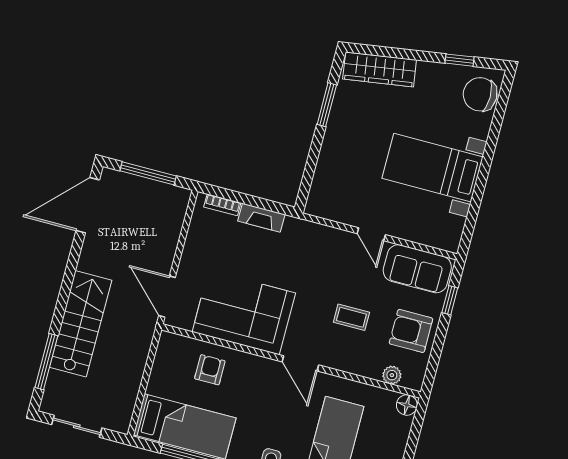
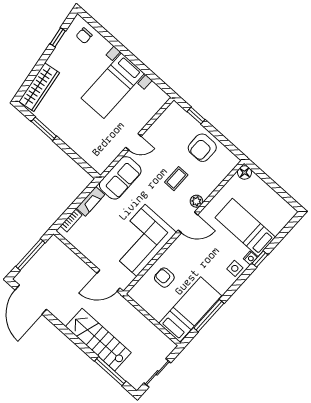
chair: (480, 94) -> (84, 36), width x0.54, depth x0.54
sofa: (417, 269) -> (120, 178), moved
plant: (392, 375) -> (196, 201), moved

